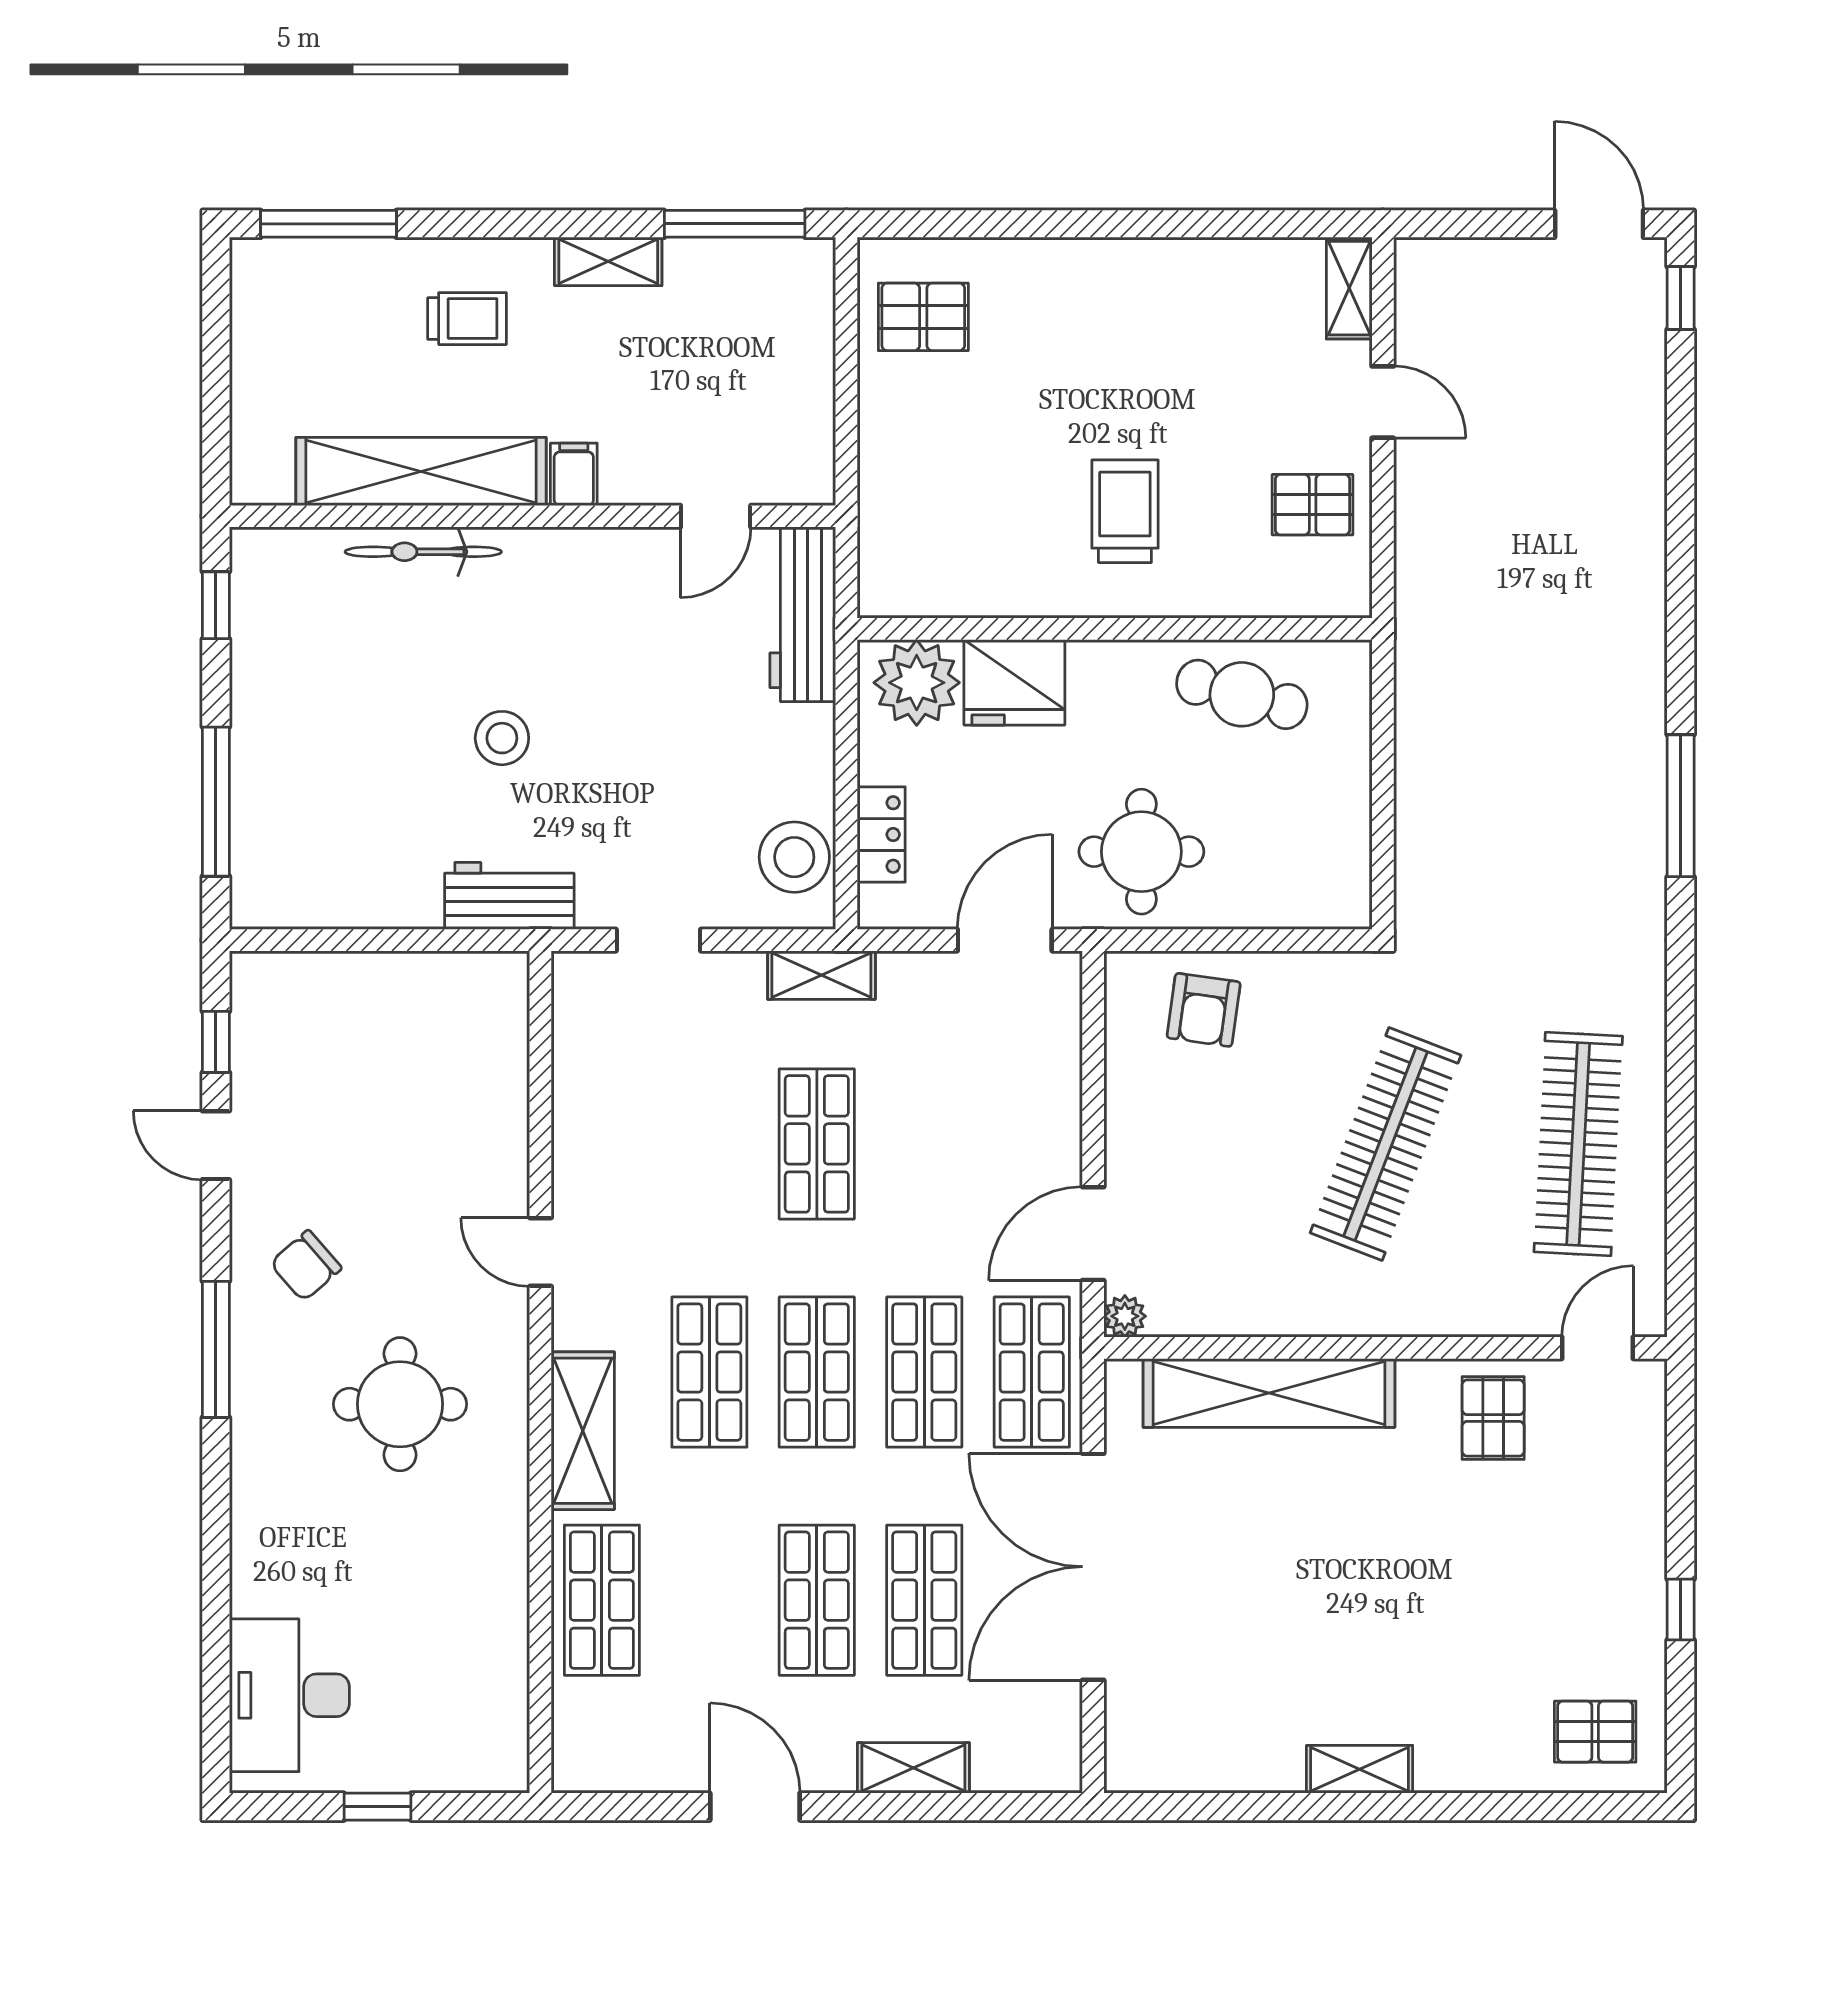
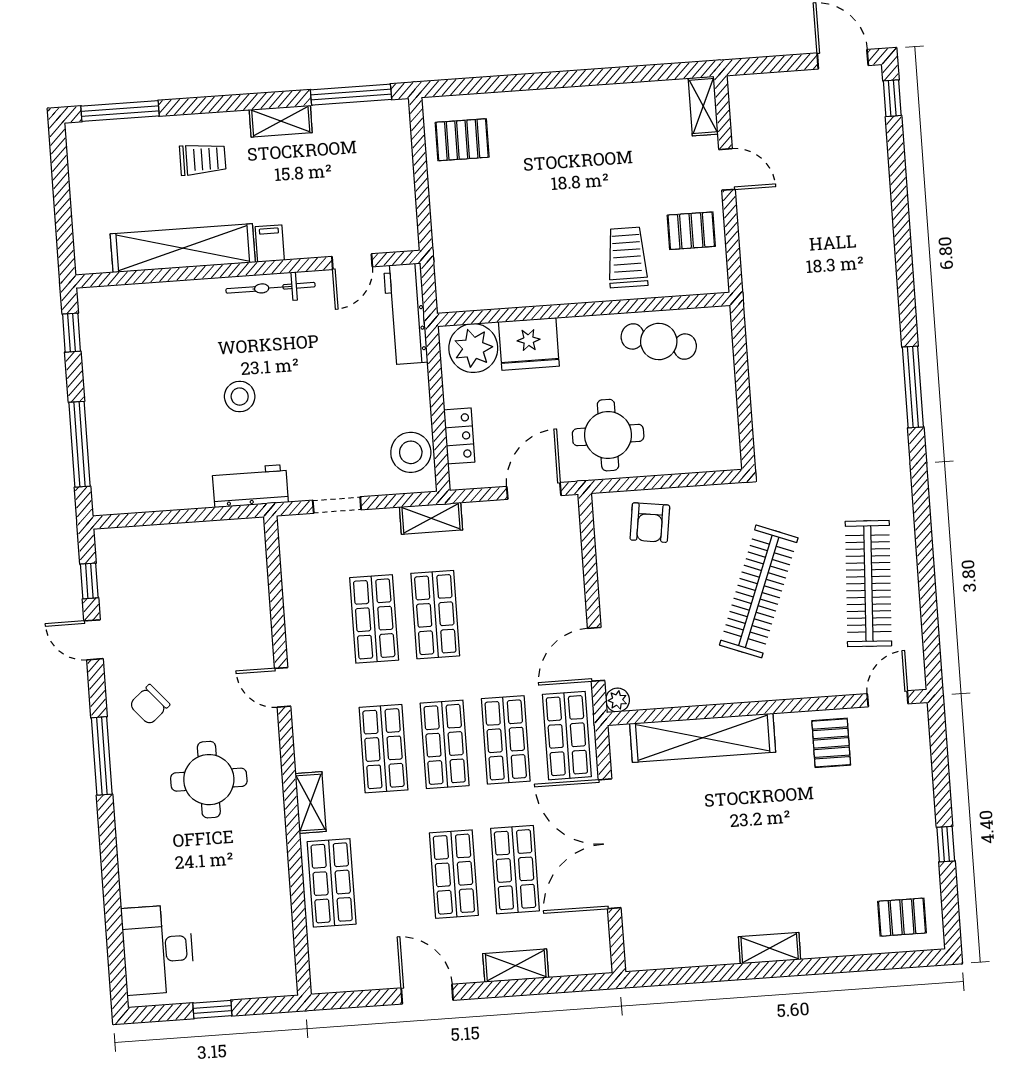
trolley: (1125, 511) -> (627, 257), moved
bicycle: (423, 552) -> (271, 288), moved
shop shelf: (709, 1144) -> (374, 619), added
shelving: (583, 1431) -> (310, 803), width x0.67, depth x0.75

